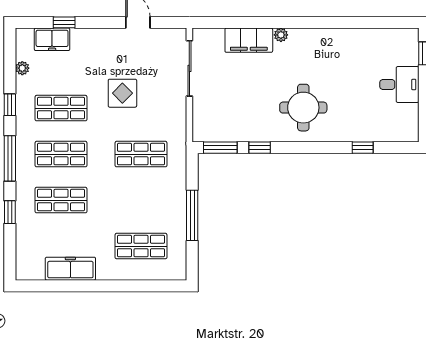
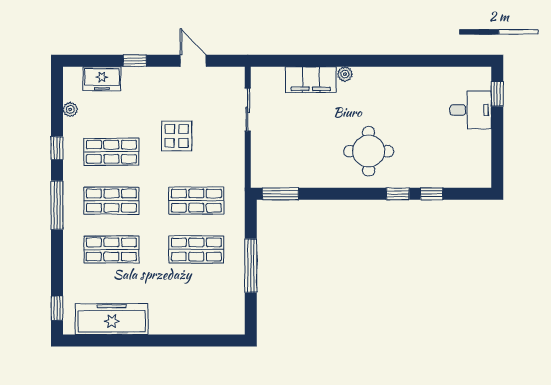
window: (64, 22) -> (135, 61), moved
sliding door: (189, 68) -> (248, 110), width x0.73
desk: (399, 84) -> (471, 110), moved
window: (260, 148) -> (398, 194), moved
window: (10, 212) -> (57, 308), moved
shop shelf: (141, 246) -> (196, 249), moved
freezer: (70, 269) -> (112, 319), width x1.36, depth x1.26

